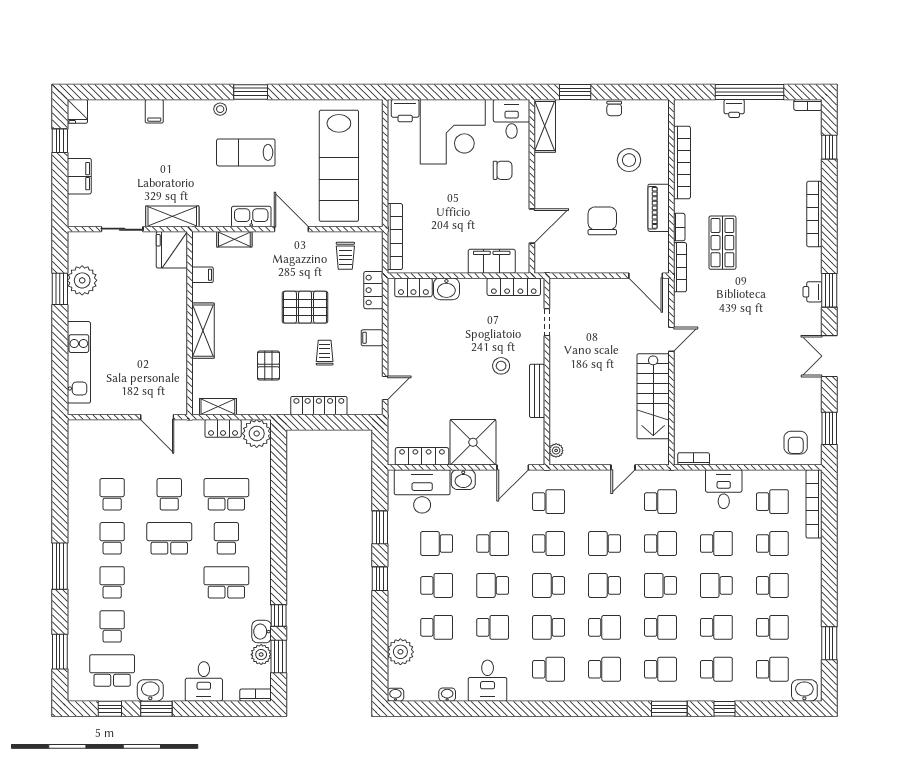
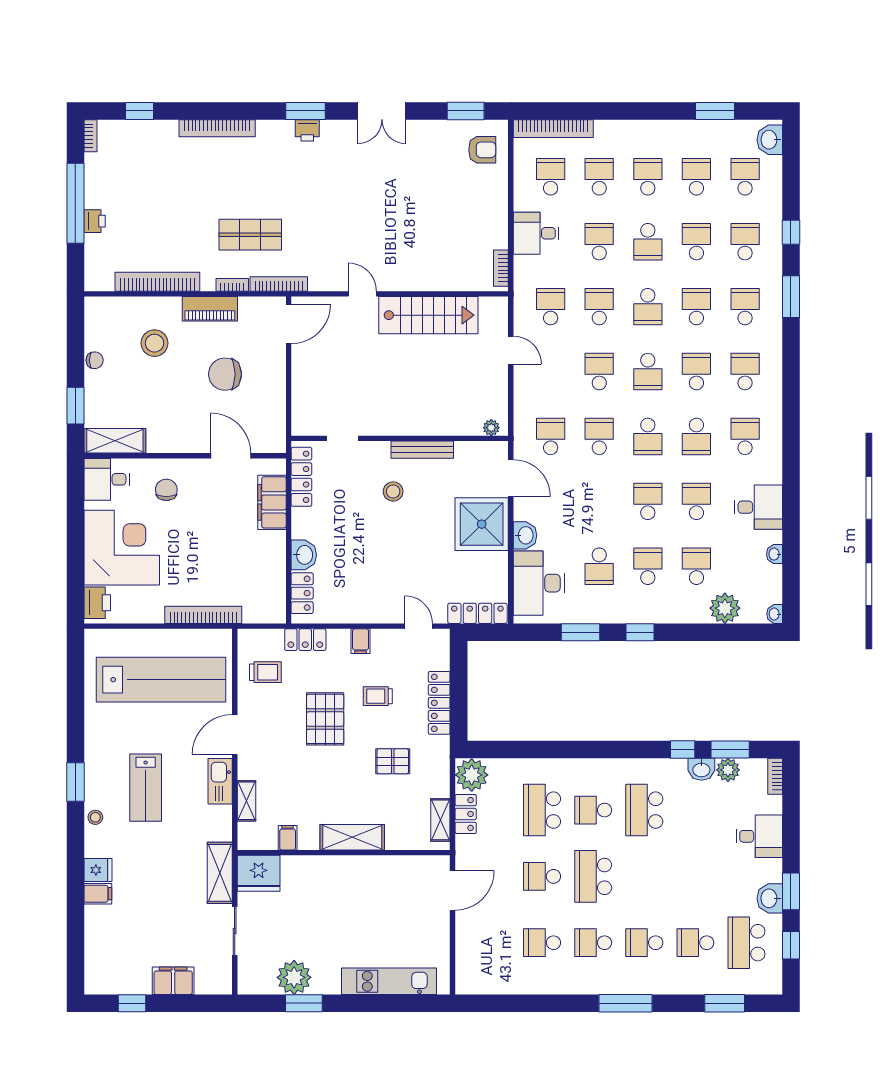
fridge: (77, 111) -> (98, 870), moved
bookcase: (395, 237) -> (203, 615), moved
locker: (422, 456) -> (477, 613), moved, turned 90
school desk: (493, 544) -> (599, 501), removed
school desk: (605, 544) -> (599, 372), turned 180
school desk: (493, 585) -> (648, 501), turned 180

